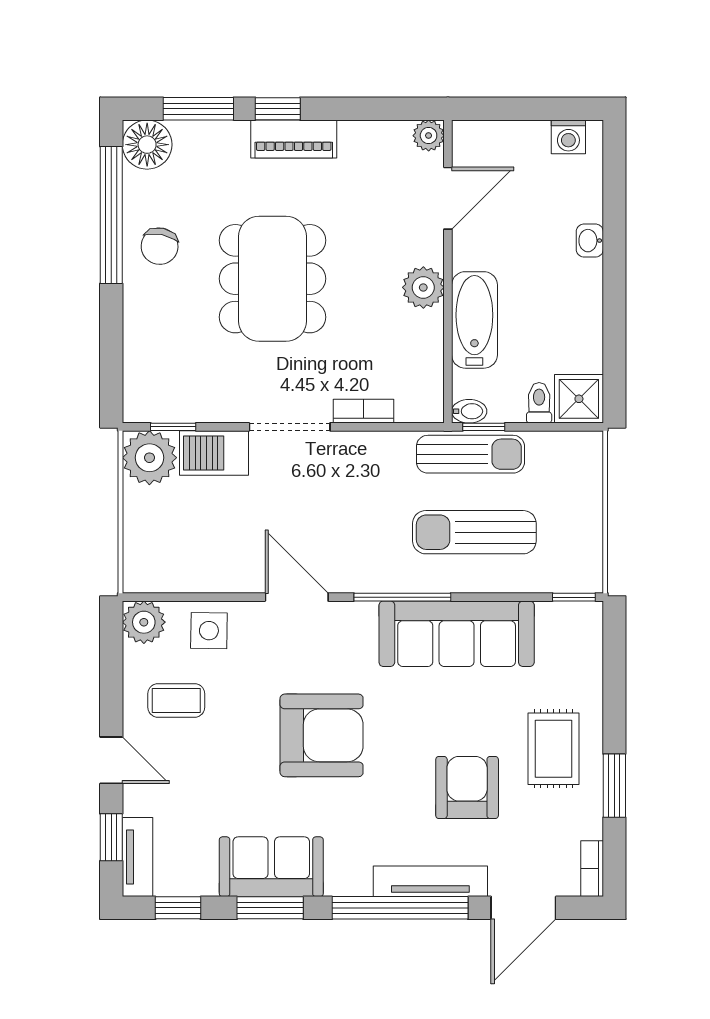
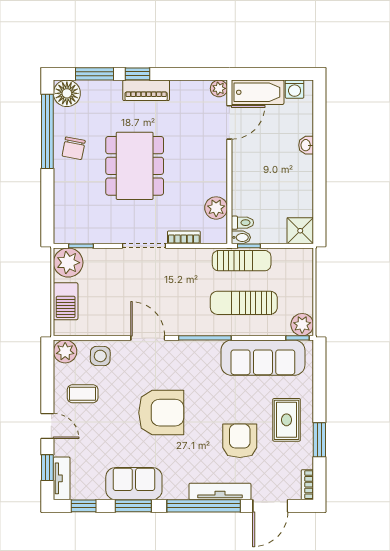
plant: (423, 287) -> (216, 208), moved
bathtub: (474, 320) -> (258, 92), moved, turned 90
toilet: (539, 403) -> (242, 223), moved, turned 90
barbecue: (214, 453) -> (66, 301), moved, turned -90
plant: (583, 573) -> (302, 325), added
sofa: (457, 634) -> (263, 358), moved

